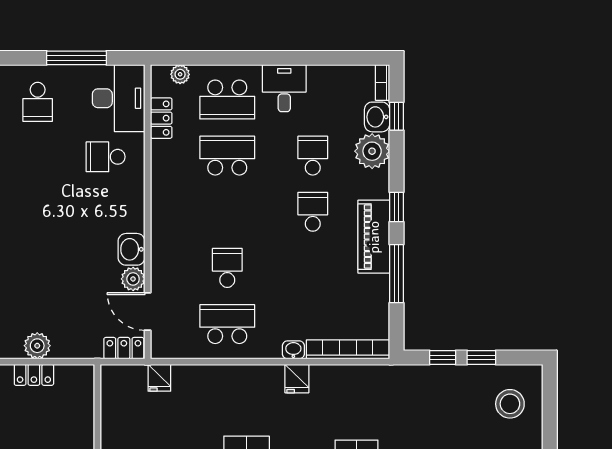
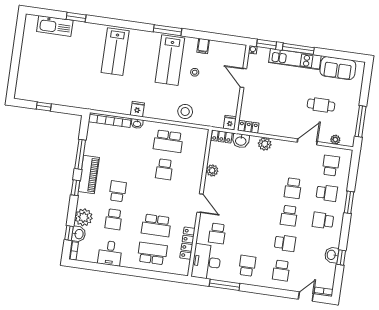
plant: (180, 74) -> (174, 269), removed
desk: (284, 88) -> (110, 253), moved
locker: (161, 118) -> (187, 243), width x1.53
school desk: (106, 157) -> (217, 233), turned 90
school desk: (313, 212) -> (118, 191), turned 180
washbasin: (132, 249) -> (241, 141), moved, turned 90
door: (148, 312) -> (200, 203), moved
window: (443, 357) -> (63, 109), removed
locker: (34, 375) -> (248, 127), moved
fridge: (159, 378) -> (230, 123), moved
stool: (510, 404) -> (185, 112), moved

